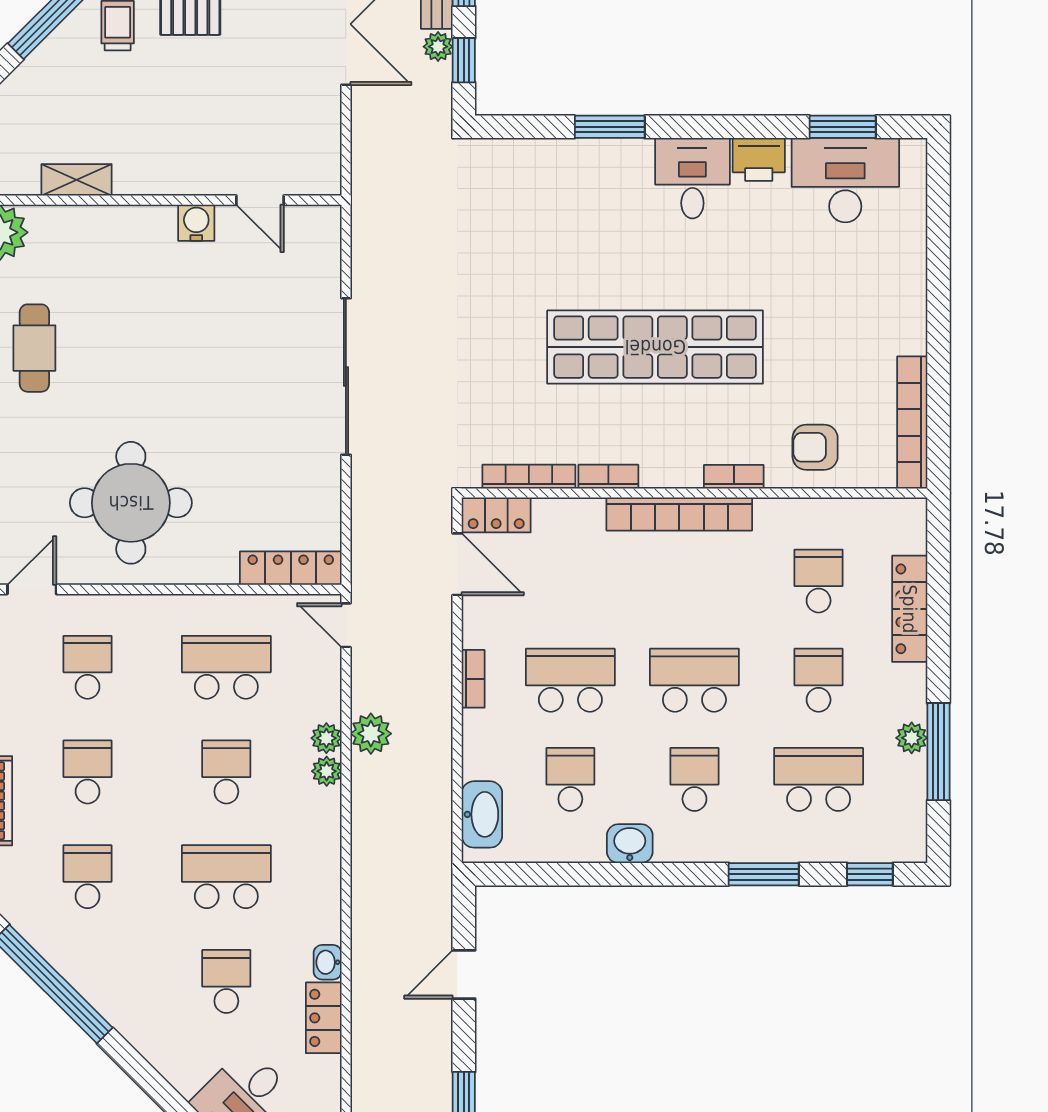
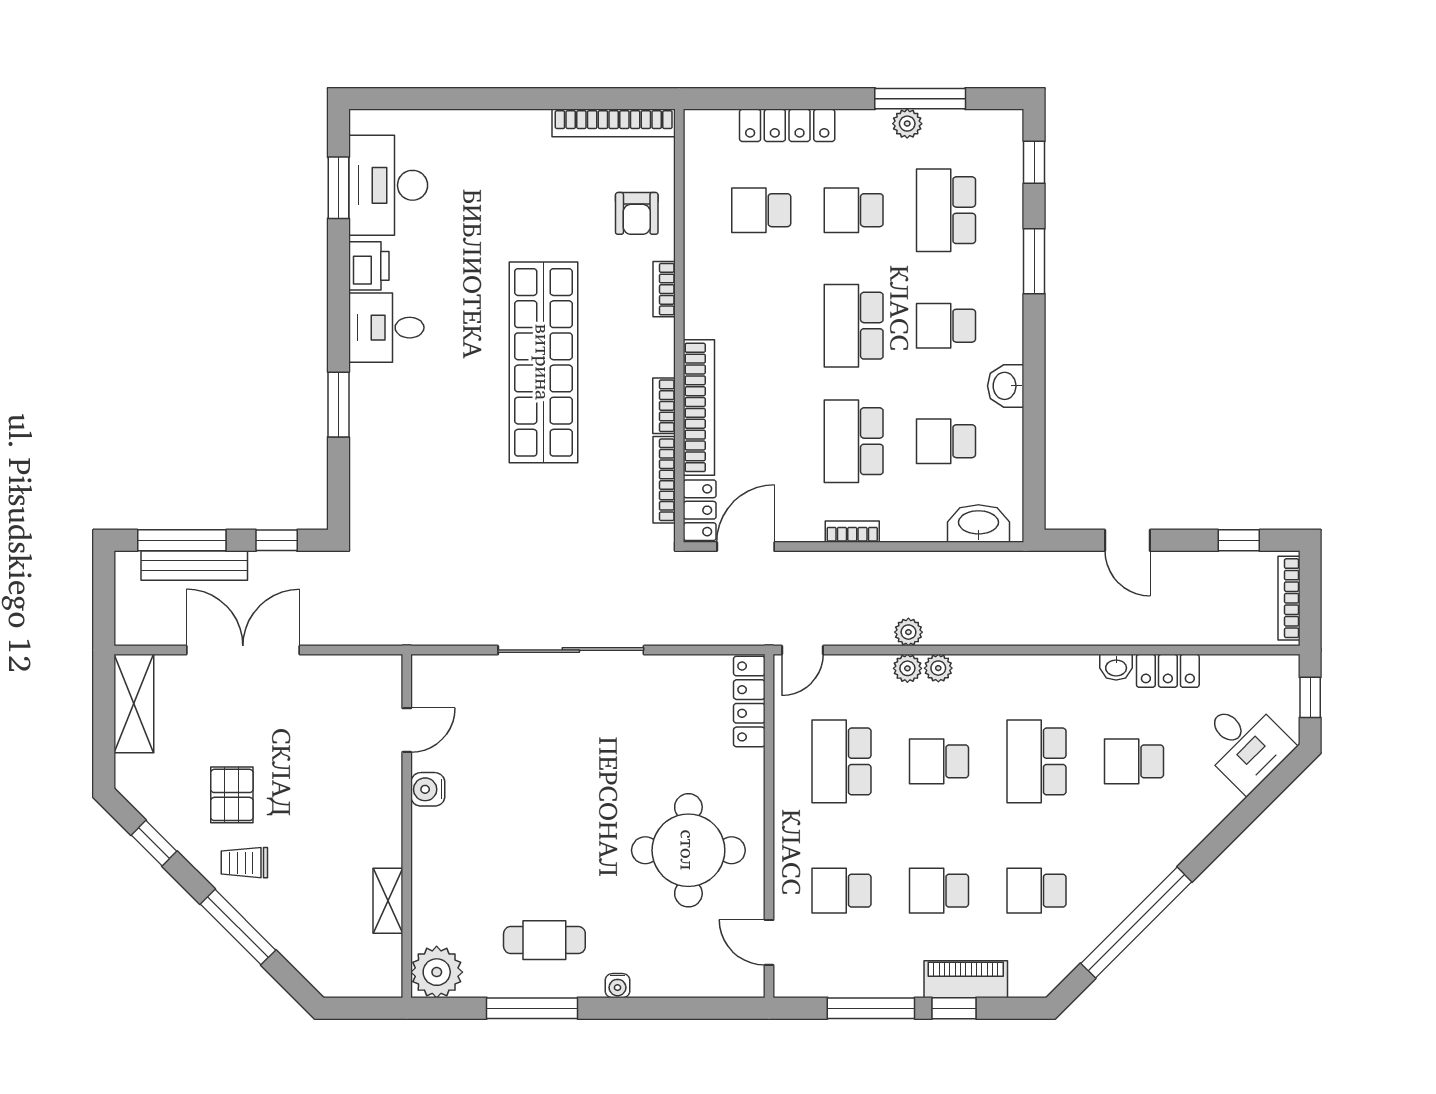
plant: (438, 47) -> (264, 564), removed
bookcase: (679, 514) -> (699, 407), moved
plant: (371, 734) -> (908, 632), width x0.73, depth x0.73

